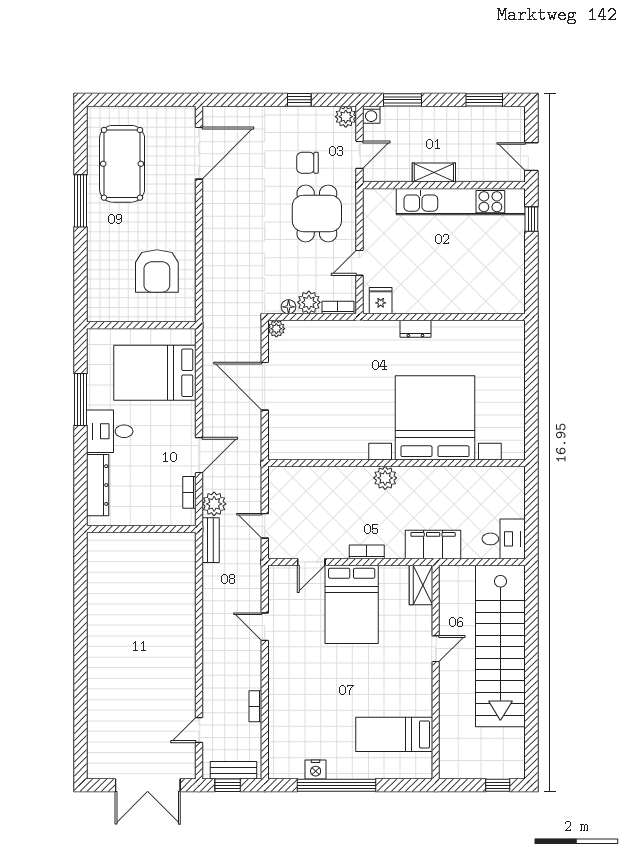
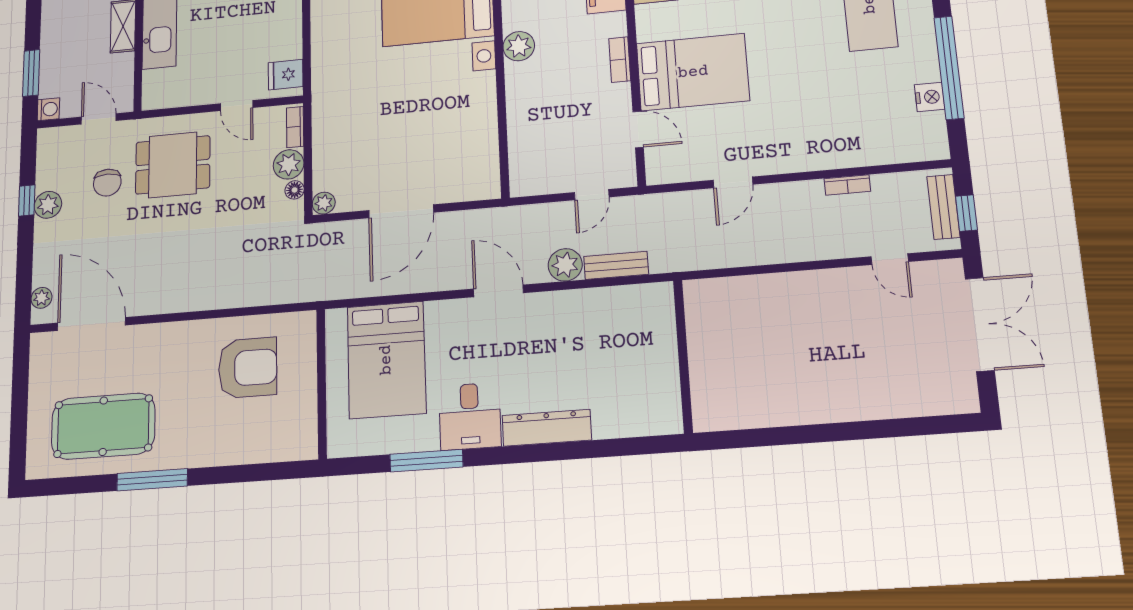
plant: (222, 114) -> (42, 298), added
plant: (346, 117) -> (48, 205), moved
dresser: (415, 329) -> (322, 28), removed
bookcase: (189, 492) -> (551, 300), removed
wall: (141, 529) -> (683, 356), moved

